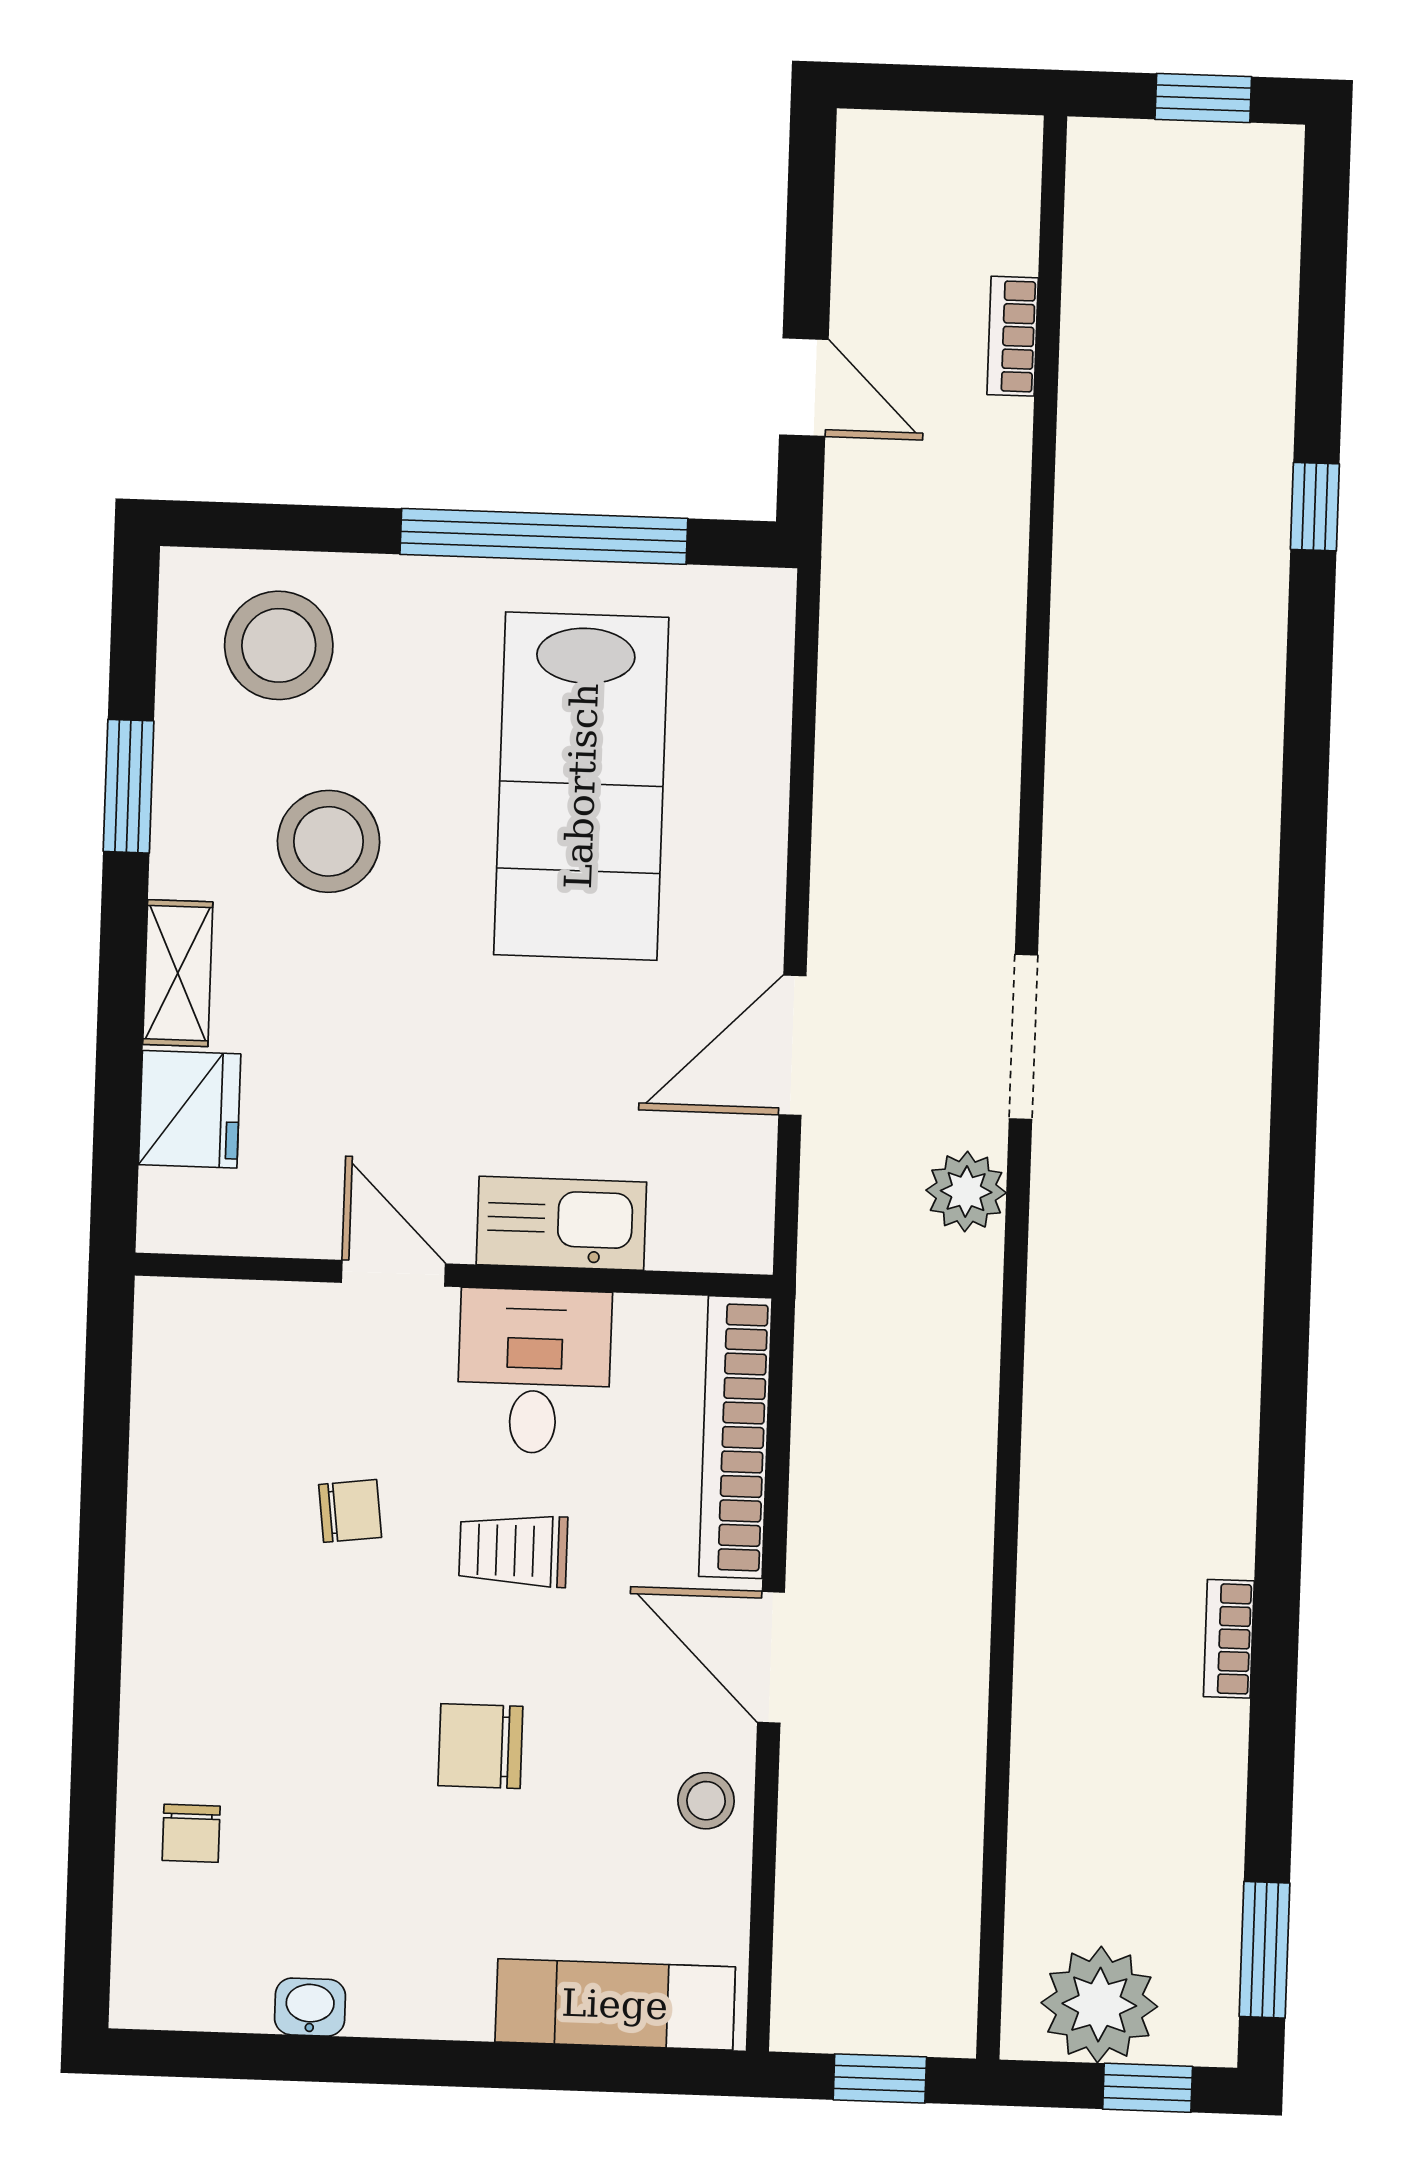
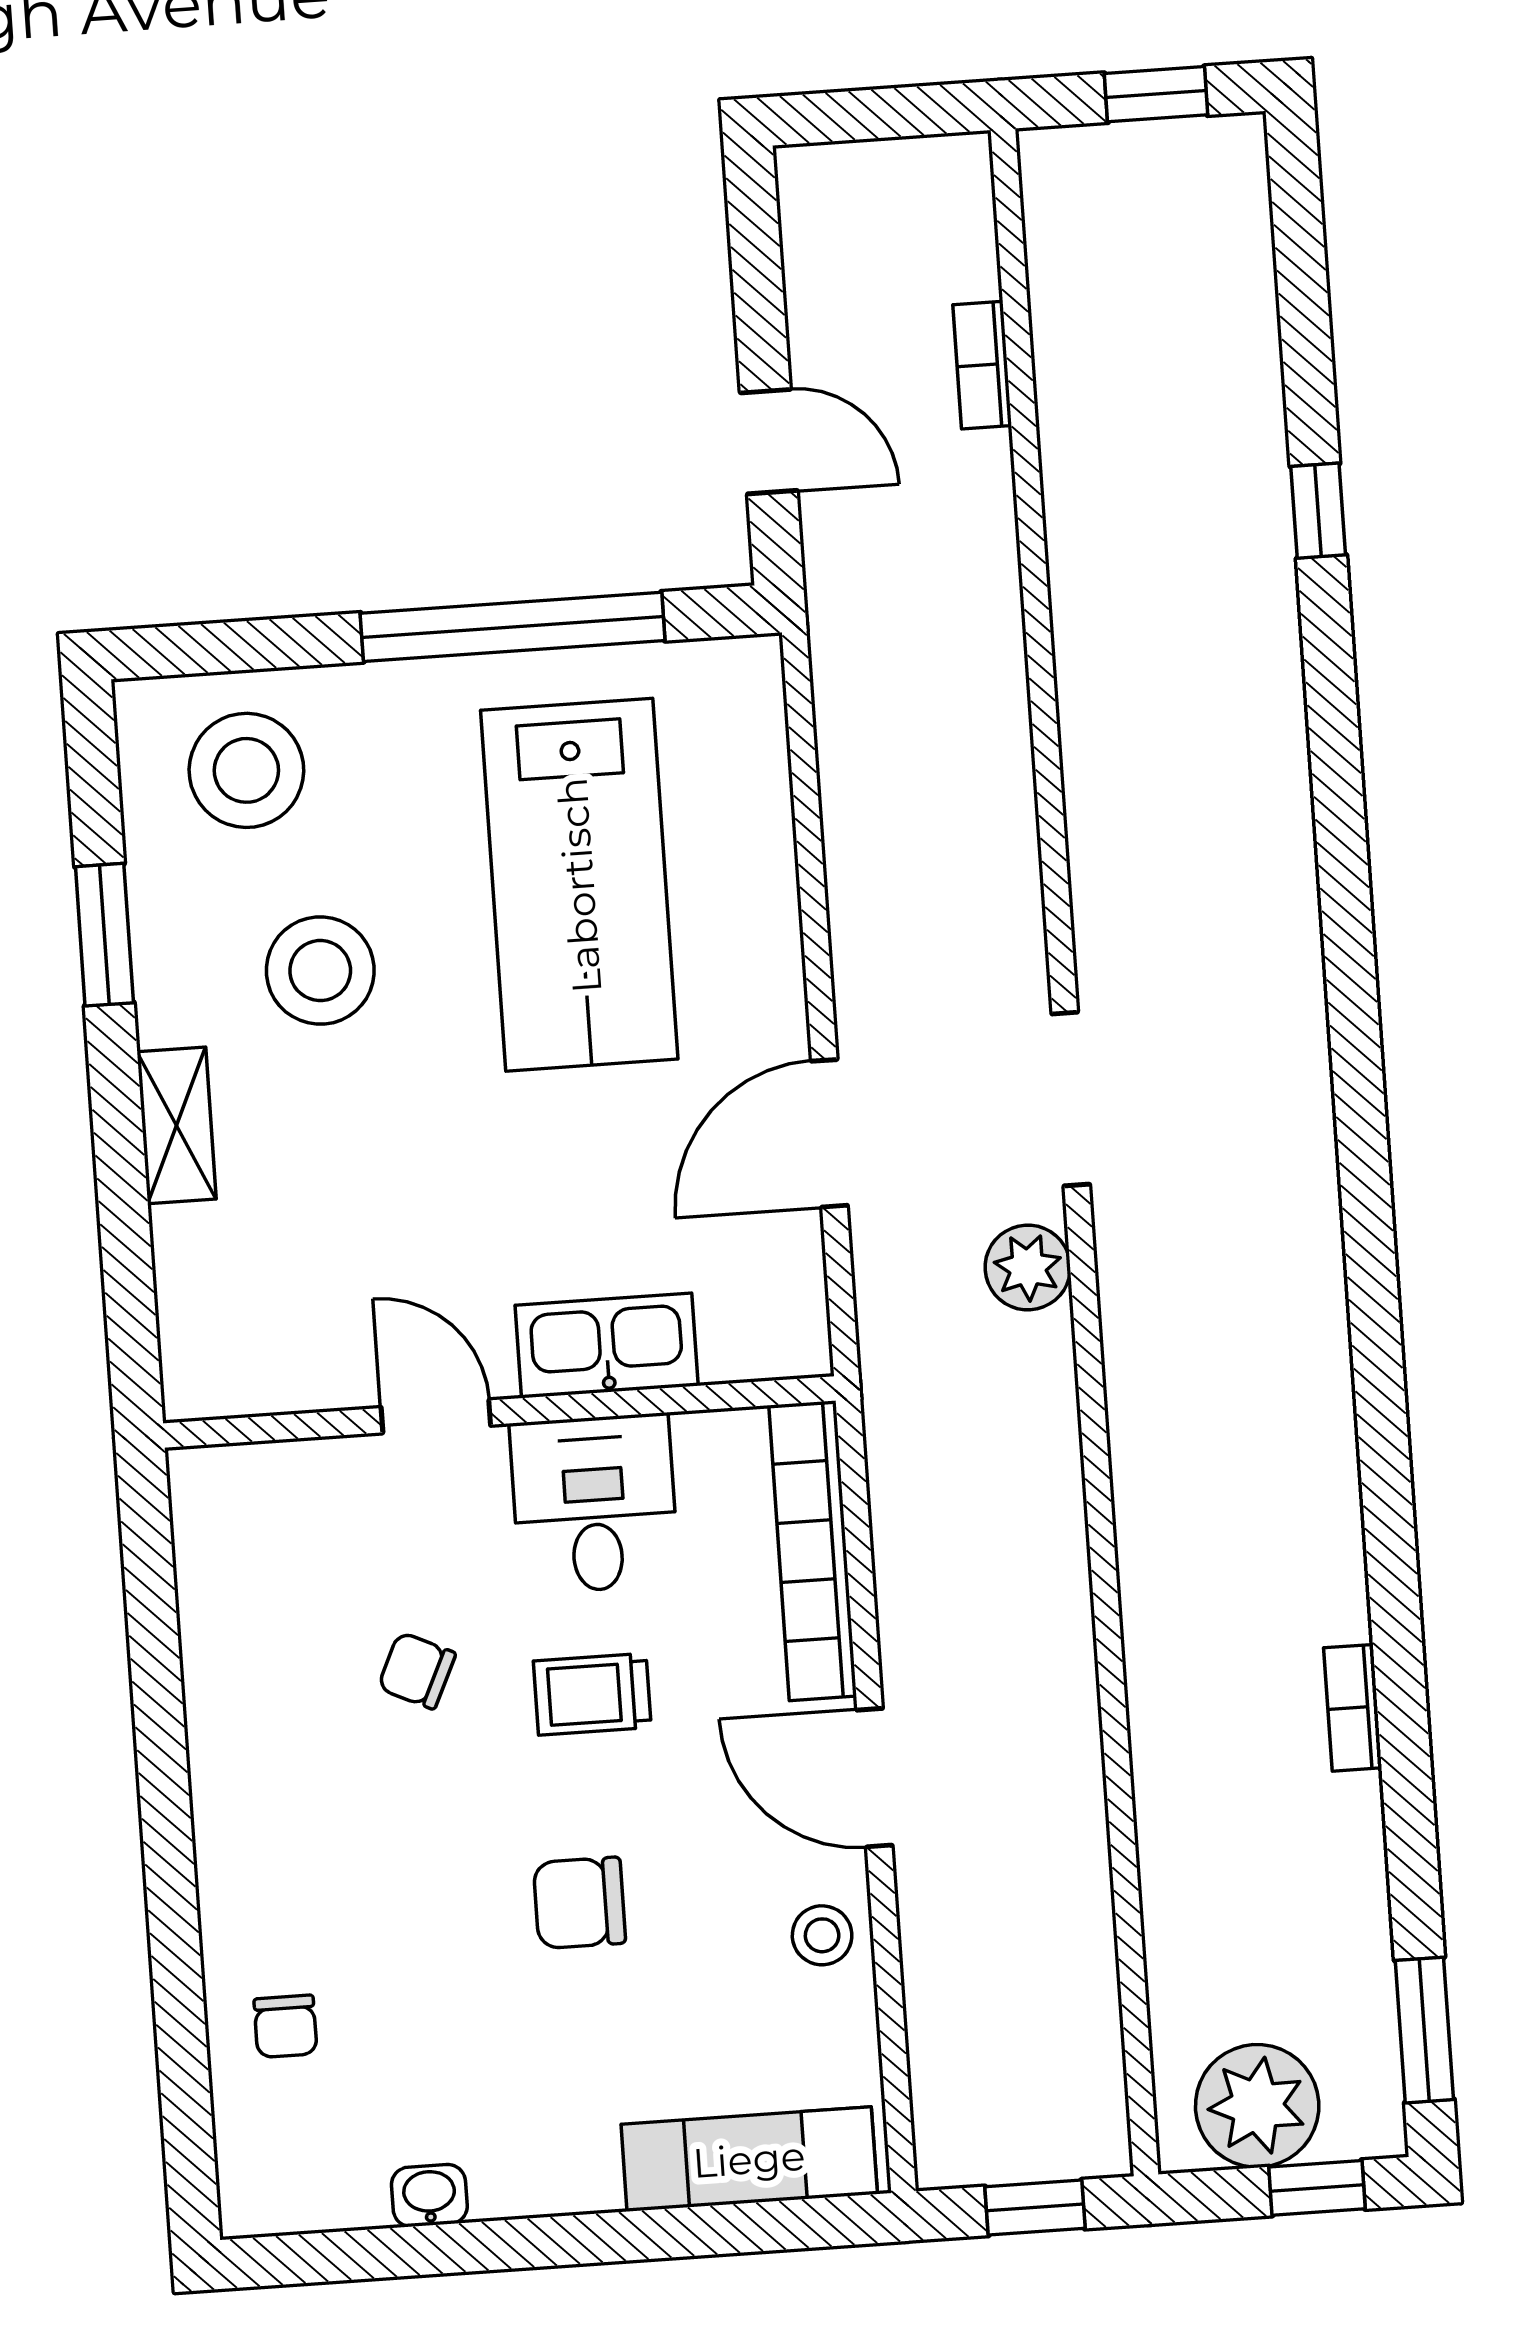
fridge: (190, 1109) -> (204, 1267), removed
chair: (350, 1511) -> (417, 1671), turned -148

